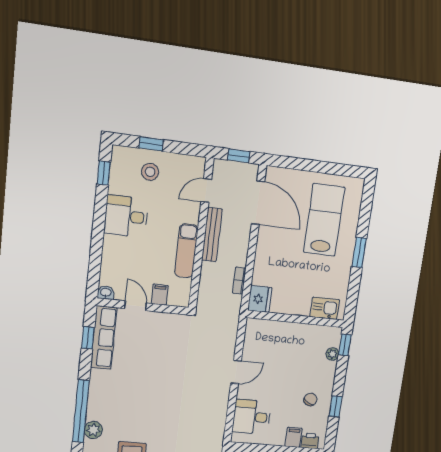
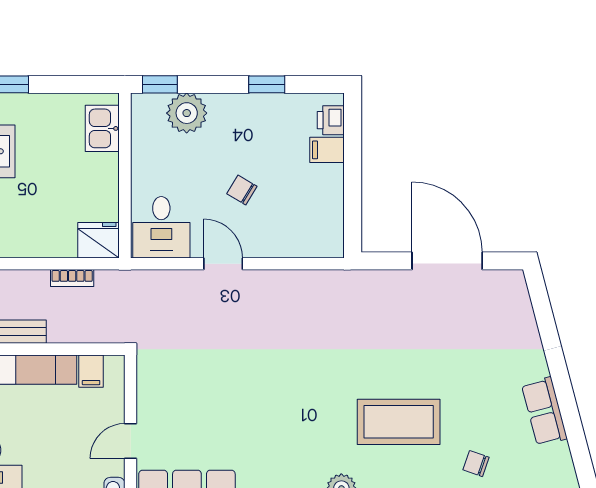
filing cabinet: (160, 295) -> (91, 371), moved, turned -90
plant: (332, 354) -> (187, 113), width x1.88, depth x1.88
chair: (310, 399) -> (242, 190), moved
desk: (252, 417) -> (161, 227), moved

